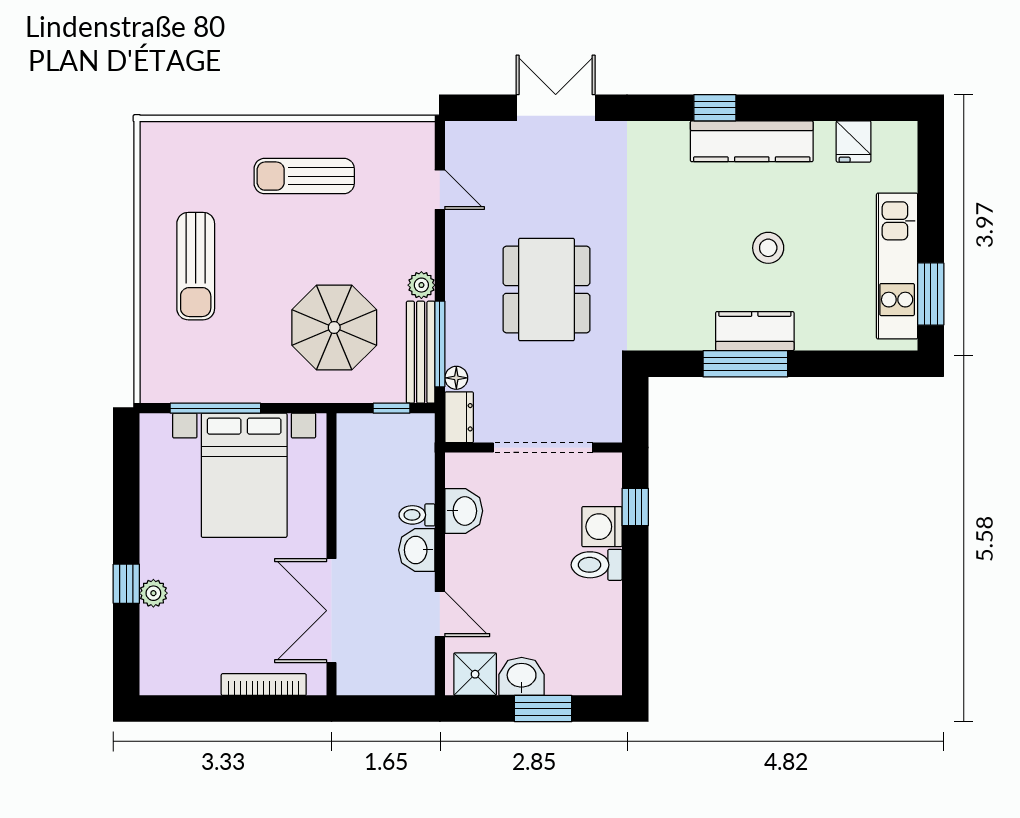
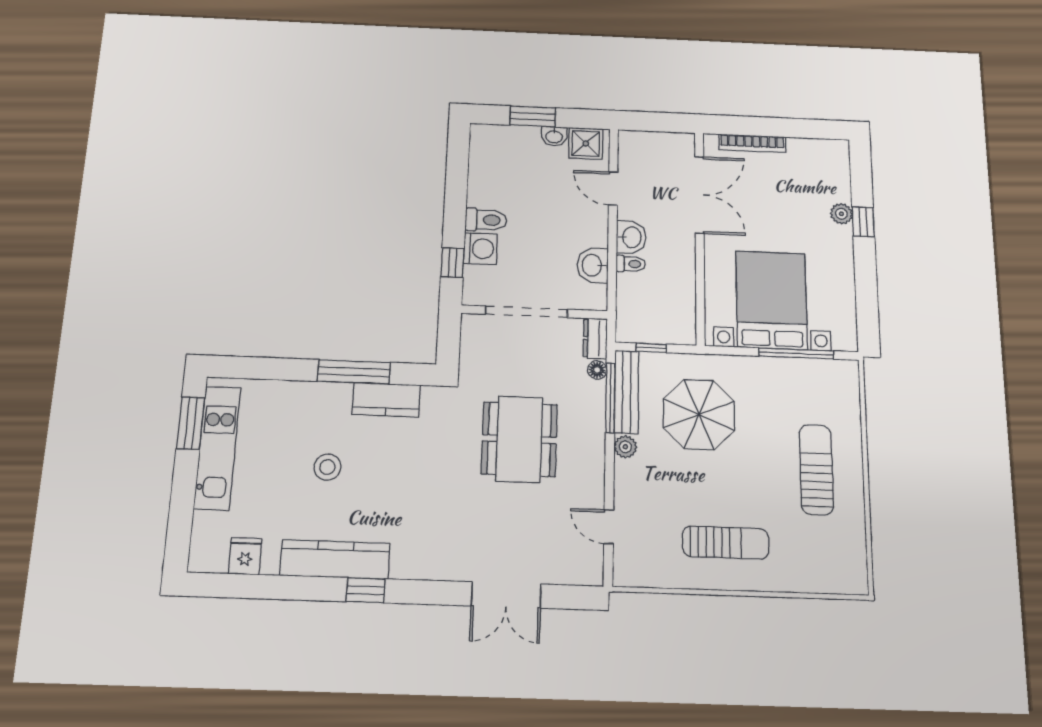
kitchen counter: (755, 331) -> (386, 400), moved
washbasin: (522, 676) -> (554, 136), width x0.72, depth x0.69

